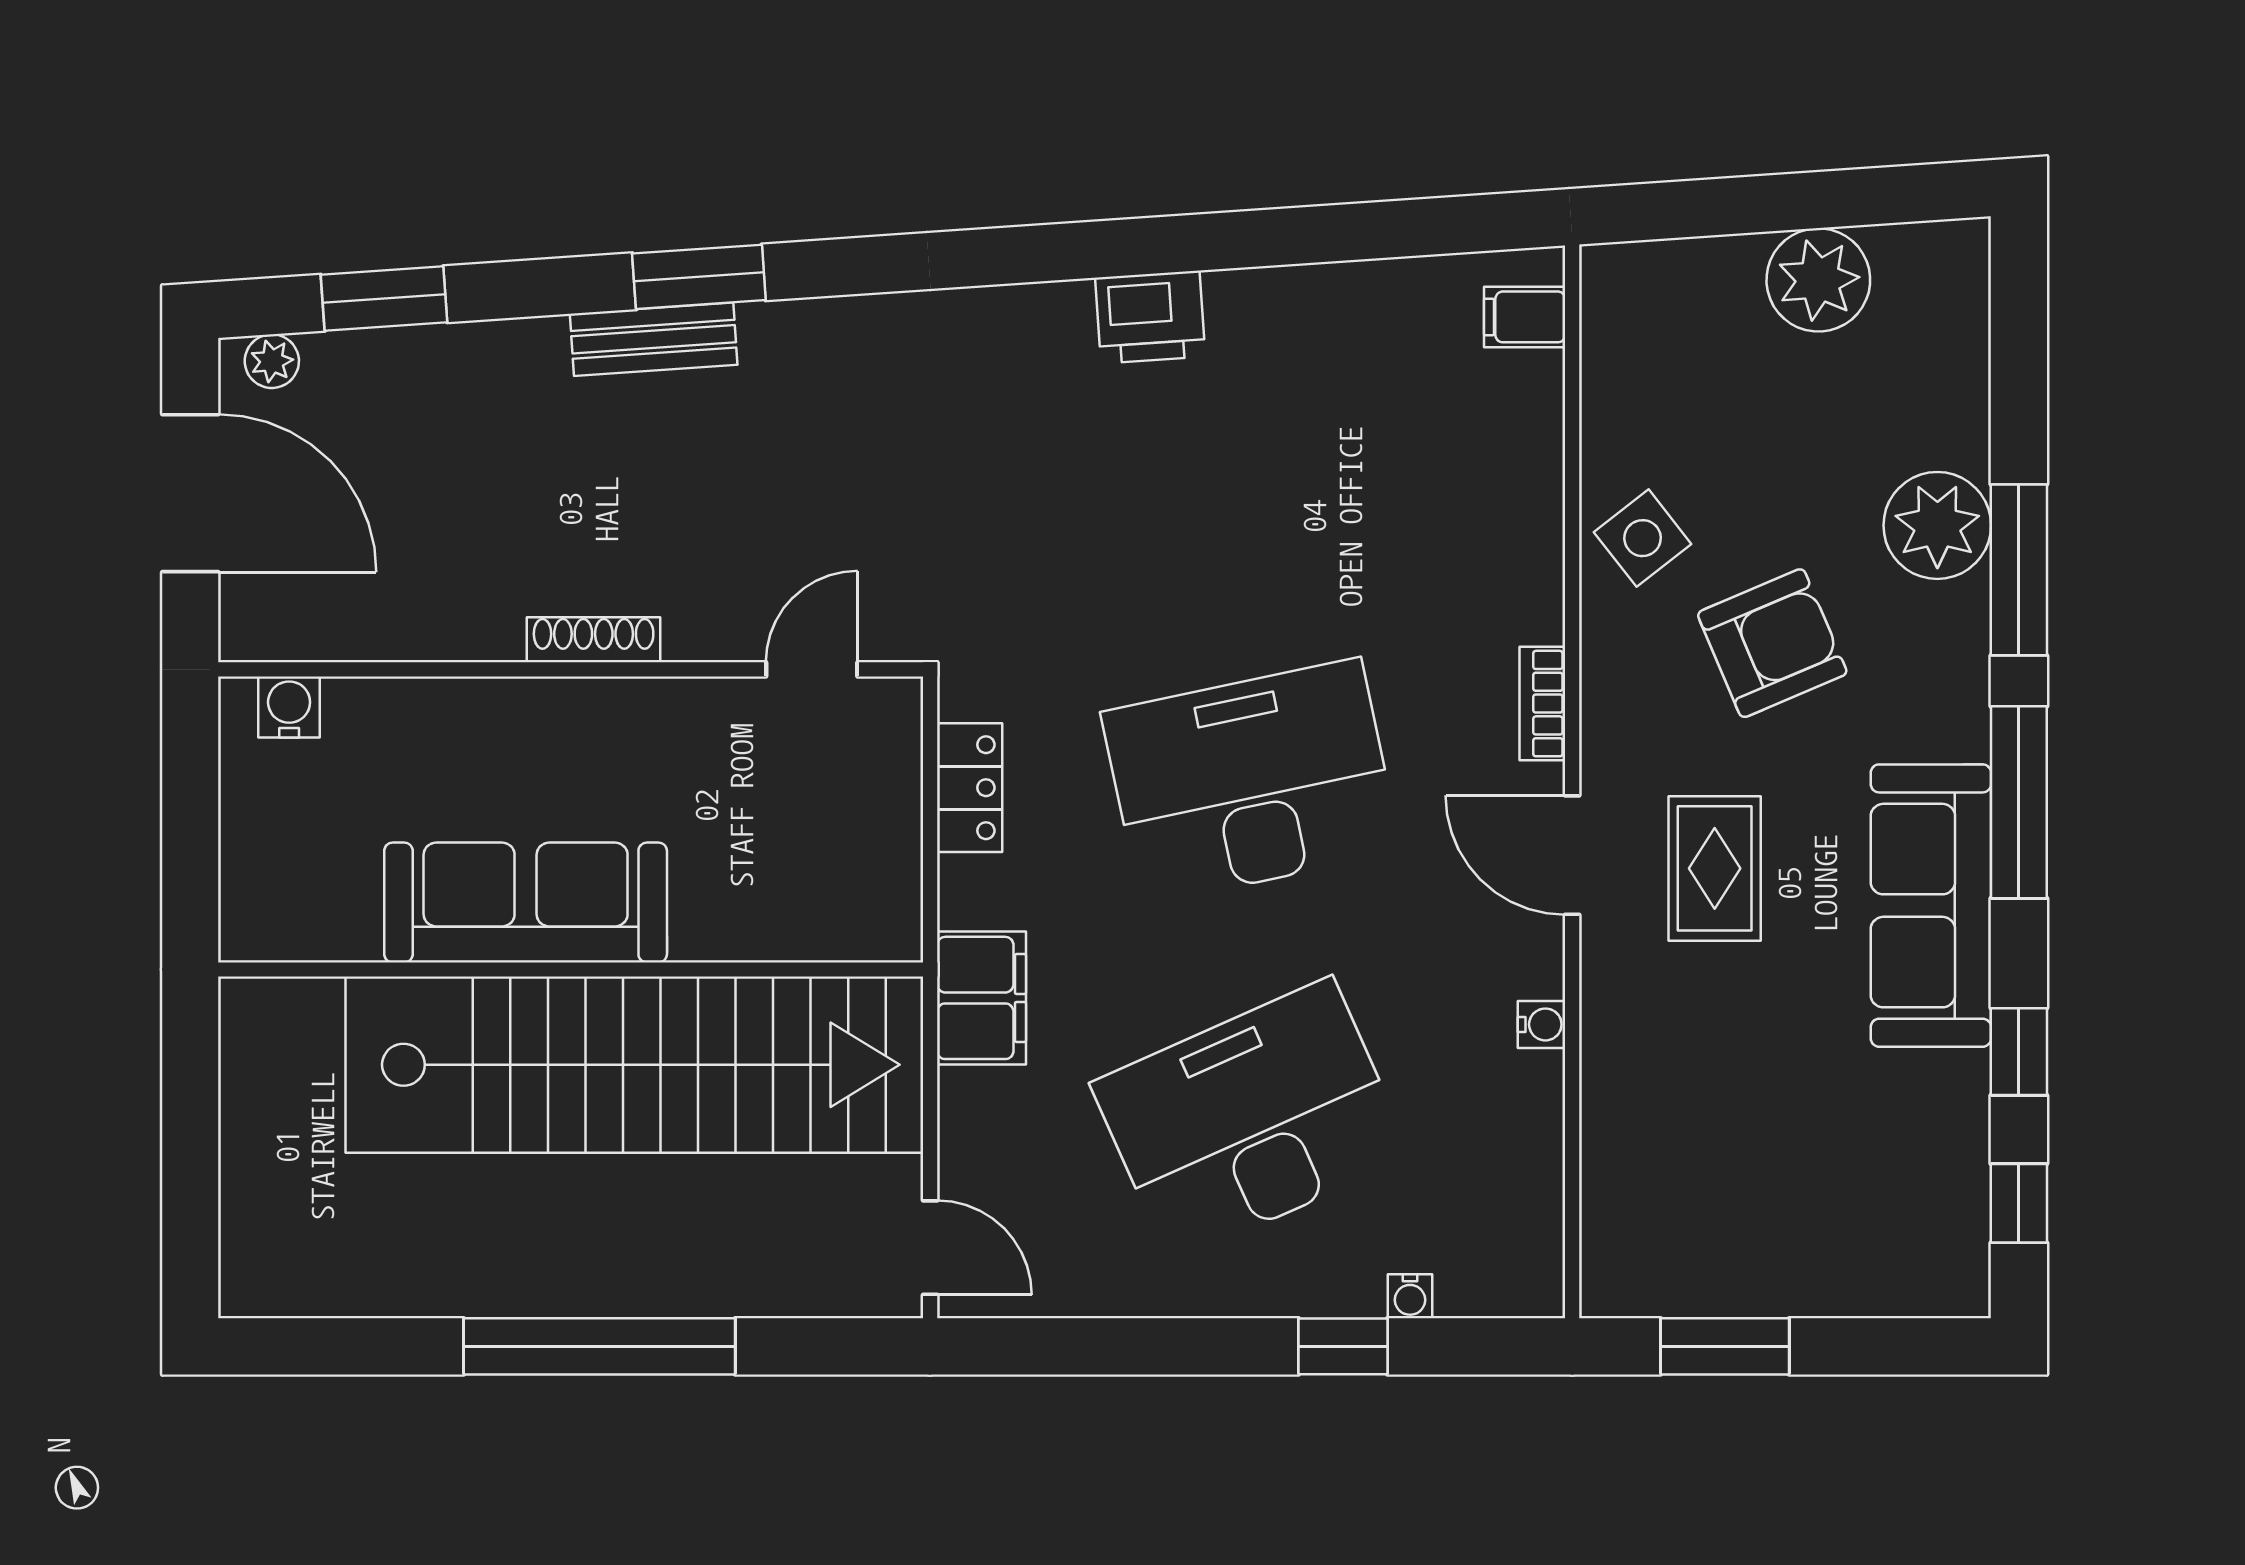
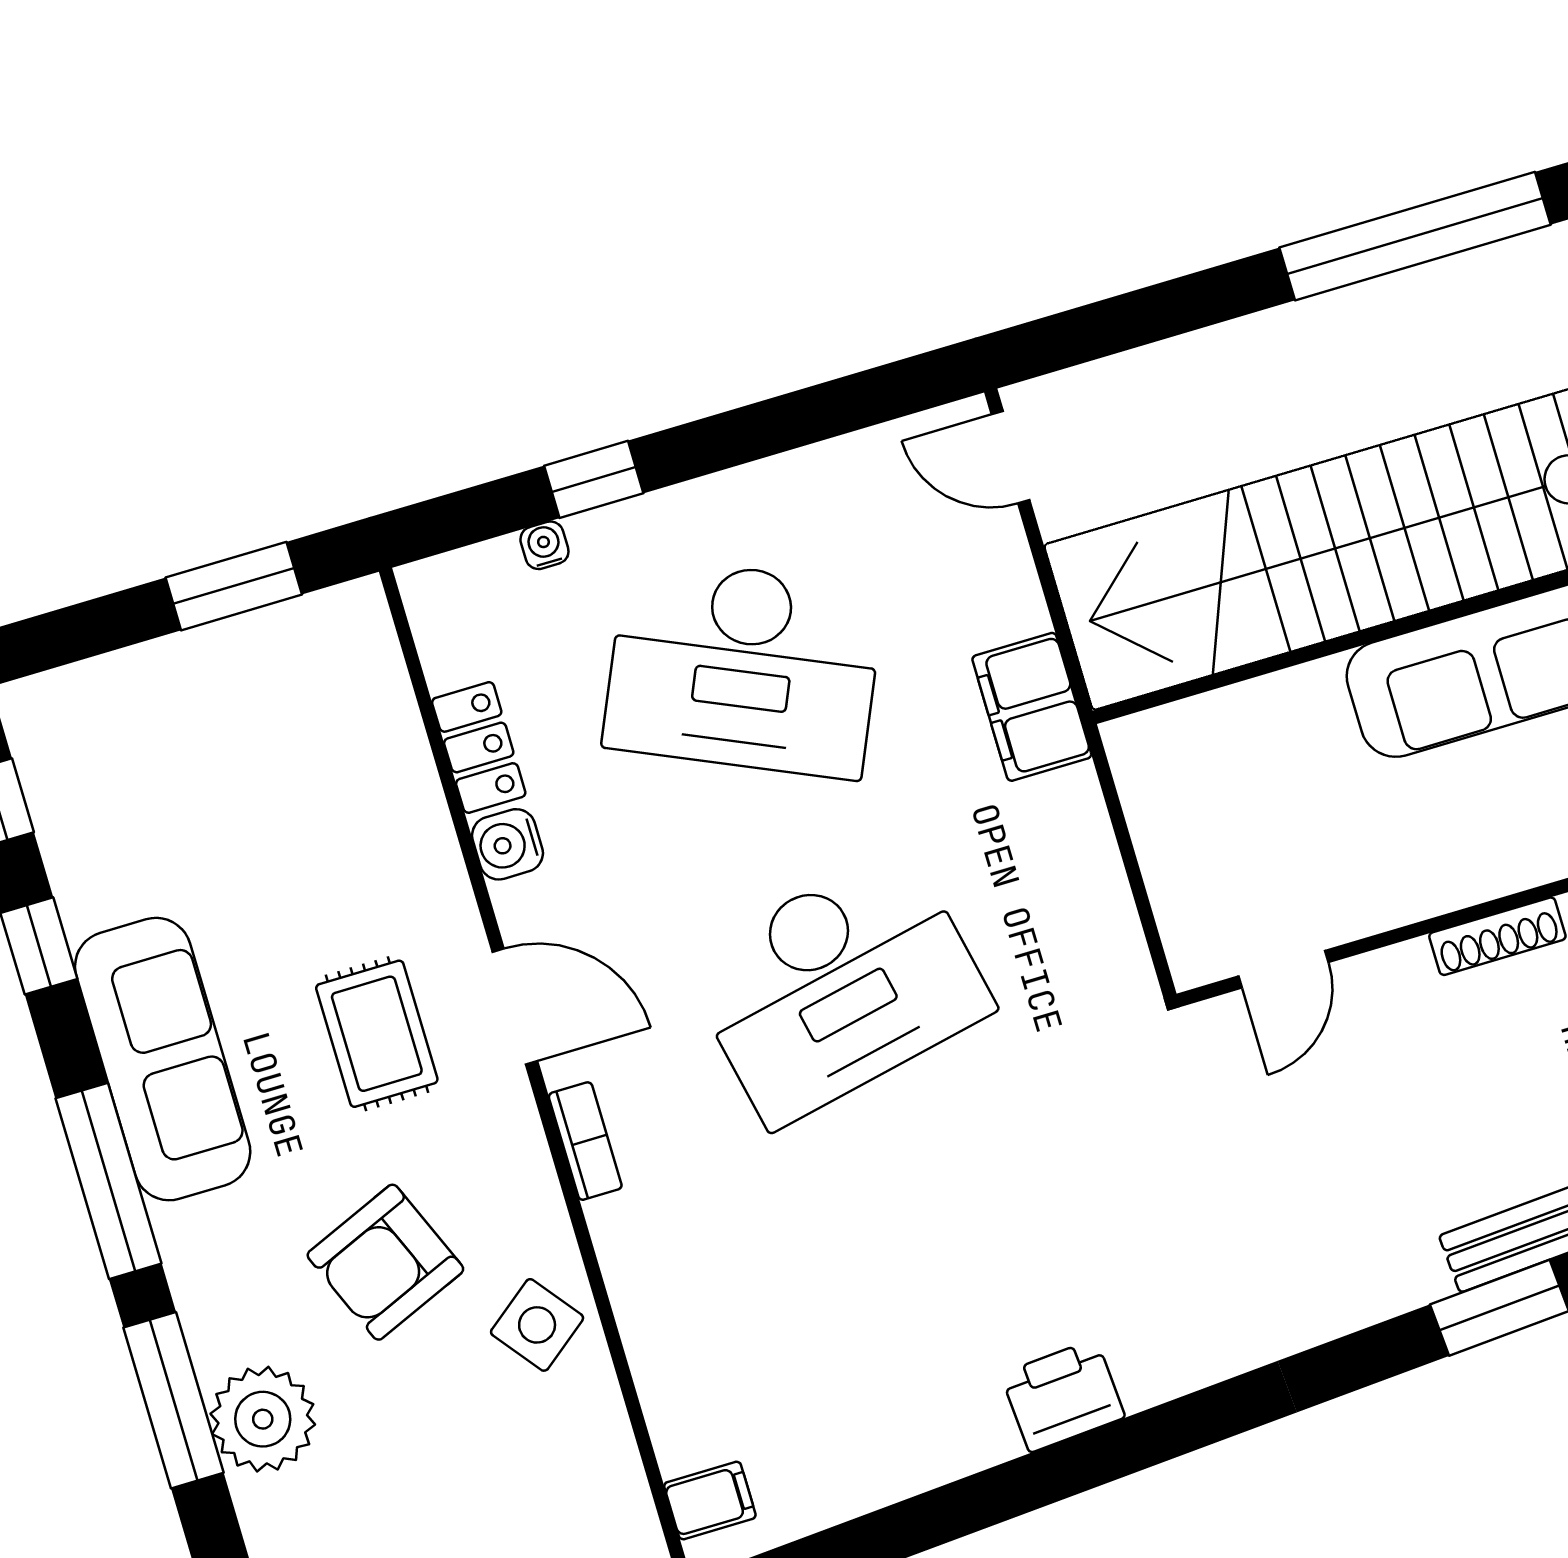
locker: (970, 788) -> (479, 747), moved, turned 180
water cooler: (1542, 1024) -> (508, 844), width x1.38, depth x1.38
desk: (1251, 1120) -> (744, 667), turned 48
window: (599, 1346) -> (1415, 236), moved

